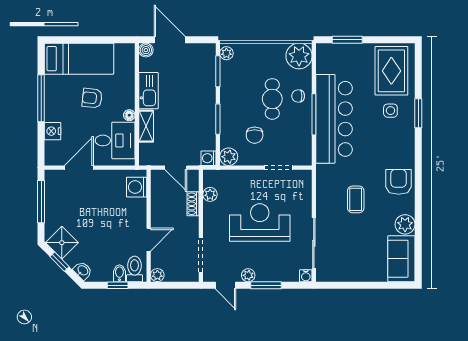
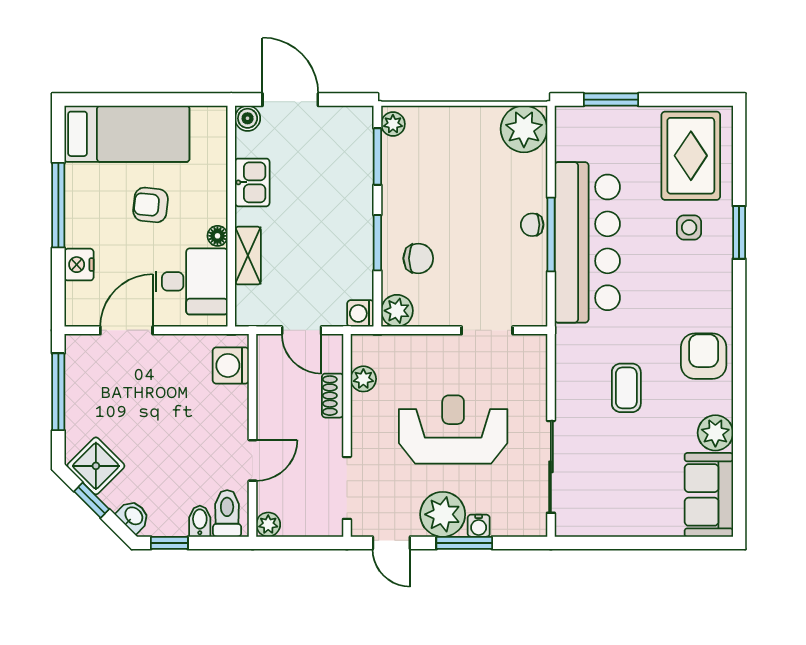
kitchen sink: (148, 91) -> (252, 182), width x0.73
chair: (298, 96) -> (532, 225), moved
cafe table: (272, 99) -> (476, 207), removed
chair: (255, 135) -> (418, 258), moved, turned -90
plant: (248, 275) -> (443, 514), width x1.88, depth x1.88
water cooler: (306, 276) -> (479, 526), moved
window: (118, 285) -> (169, 543), moved

